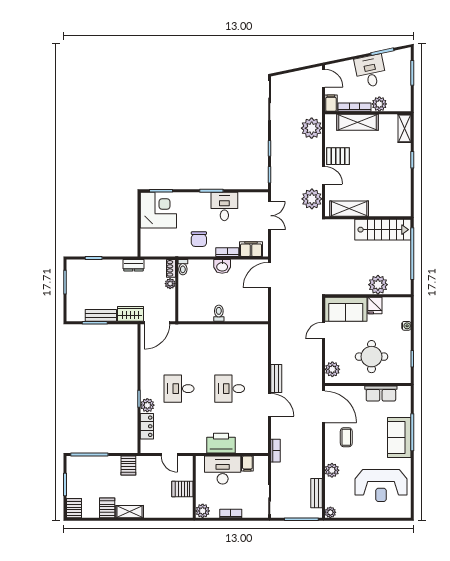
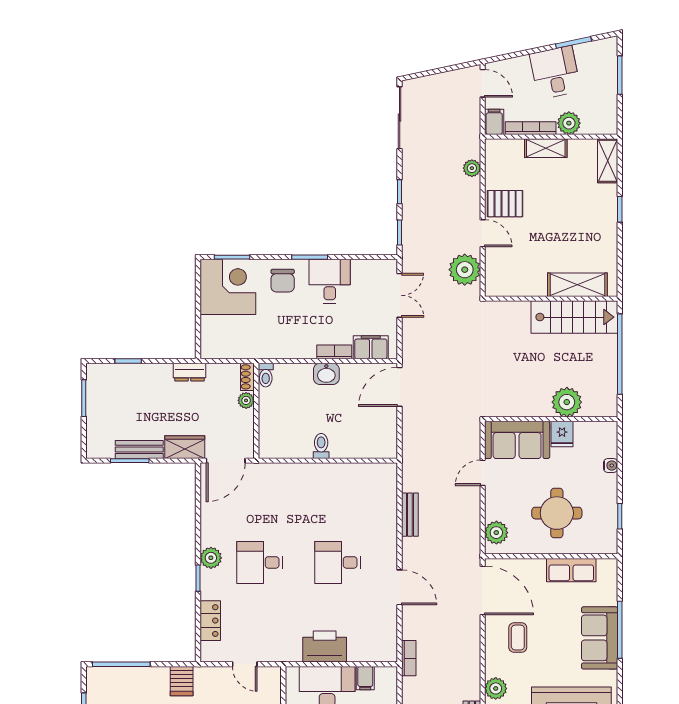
shelving: (357, 122) -> (546, 148), width x0.67, depth x0.75
plant: (312, 128) -> (472, 168), width x0.53, depth x0.53
shelving: (349, 209) -> (577, 285), moved
chair: (199, 239) -> (283, 281), moved
bench: (276, 378) -> (410, 515), moved
plant: (147, 405) -> (211, 558), moved

